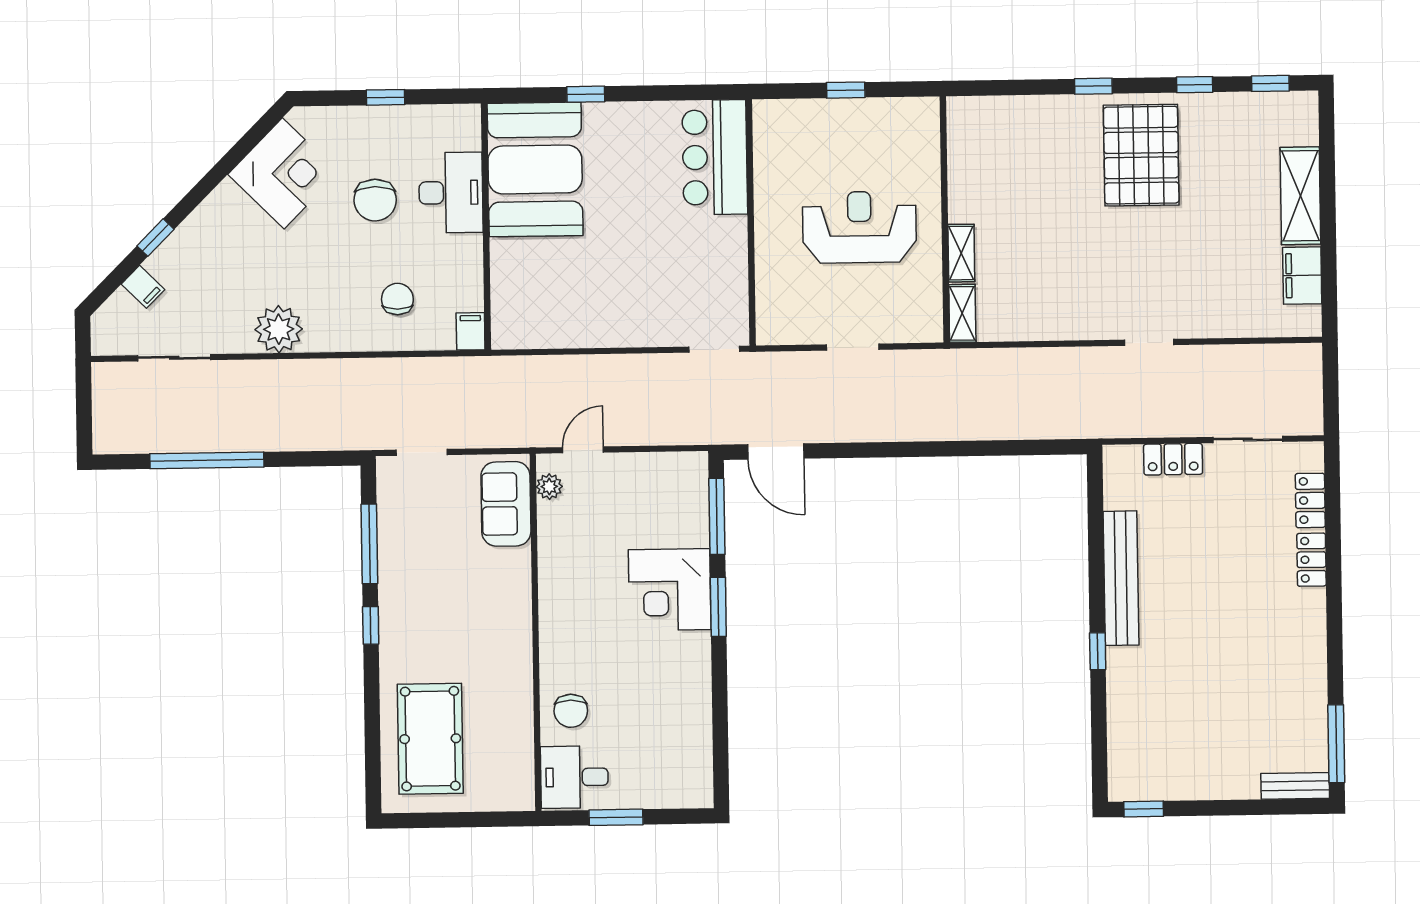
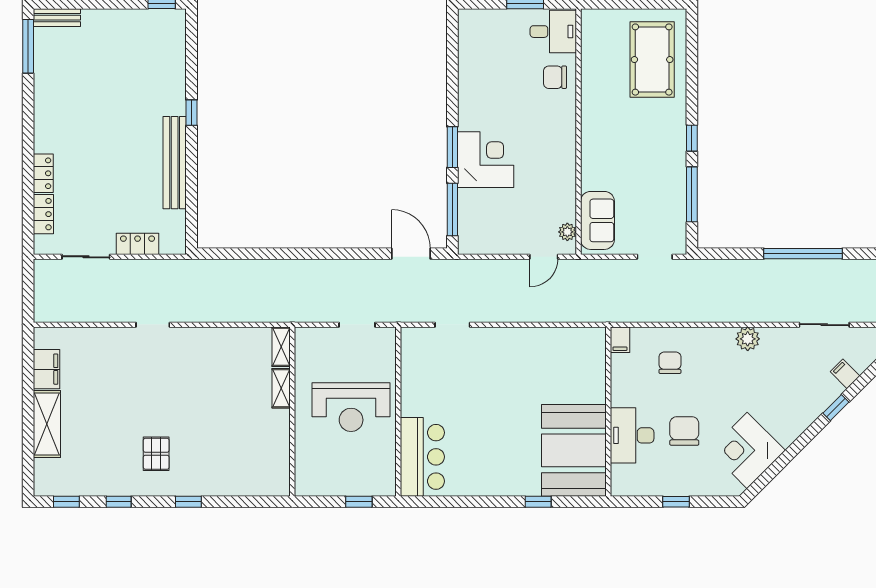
pallet: (1141, 155) -> (156, 454), width x0.49, depth x0.50
bar counter: (715, 157) -> (422, 457), moved
wall: (751, 222) -> (398, 412), moved
chair: (397, 299) -> (670, 363), turned 180
plant: (279, 329) -> (748, 339), width x0.73, depth x0.73
chair: (571, 711) -> (555, 77), turned -90

